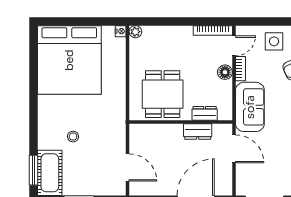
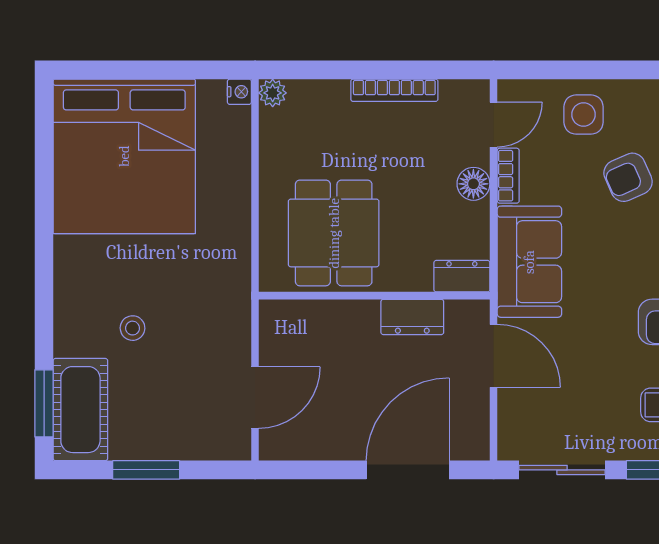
bookcase: (213, 31) -> (394, 90), moved
dresser: (205, 113) -> (462, 276), moved
door: (128, 168) -> (255, 398), hinge flipped

